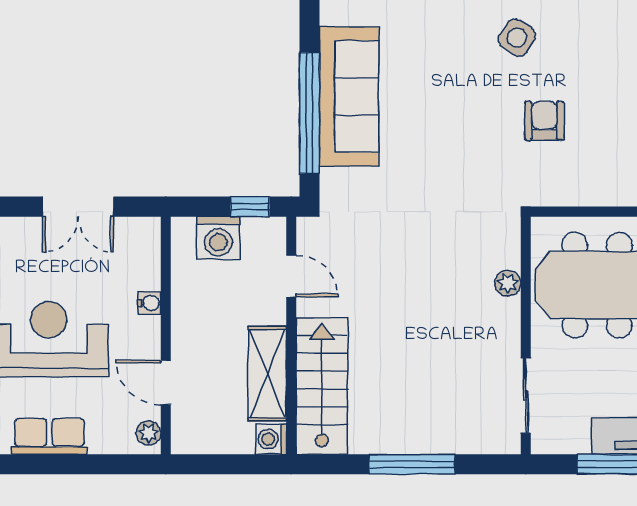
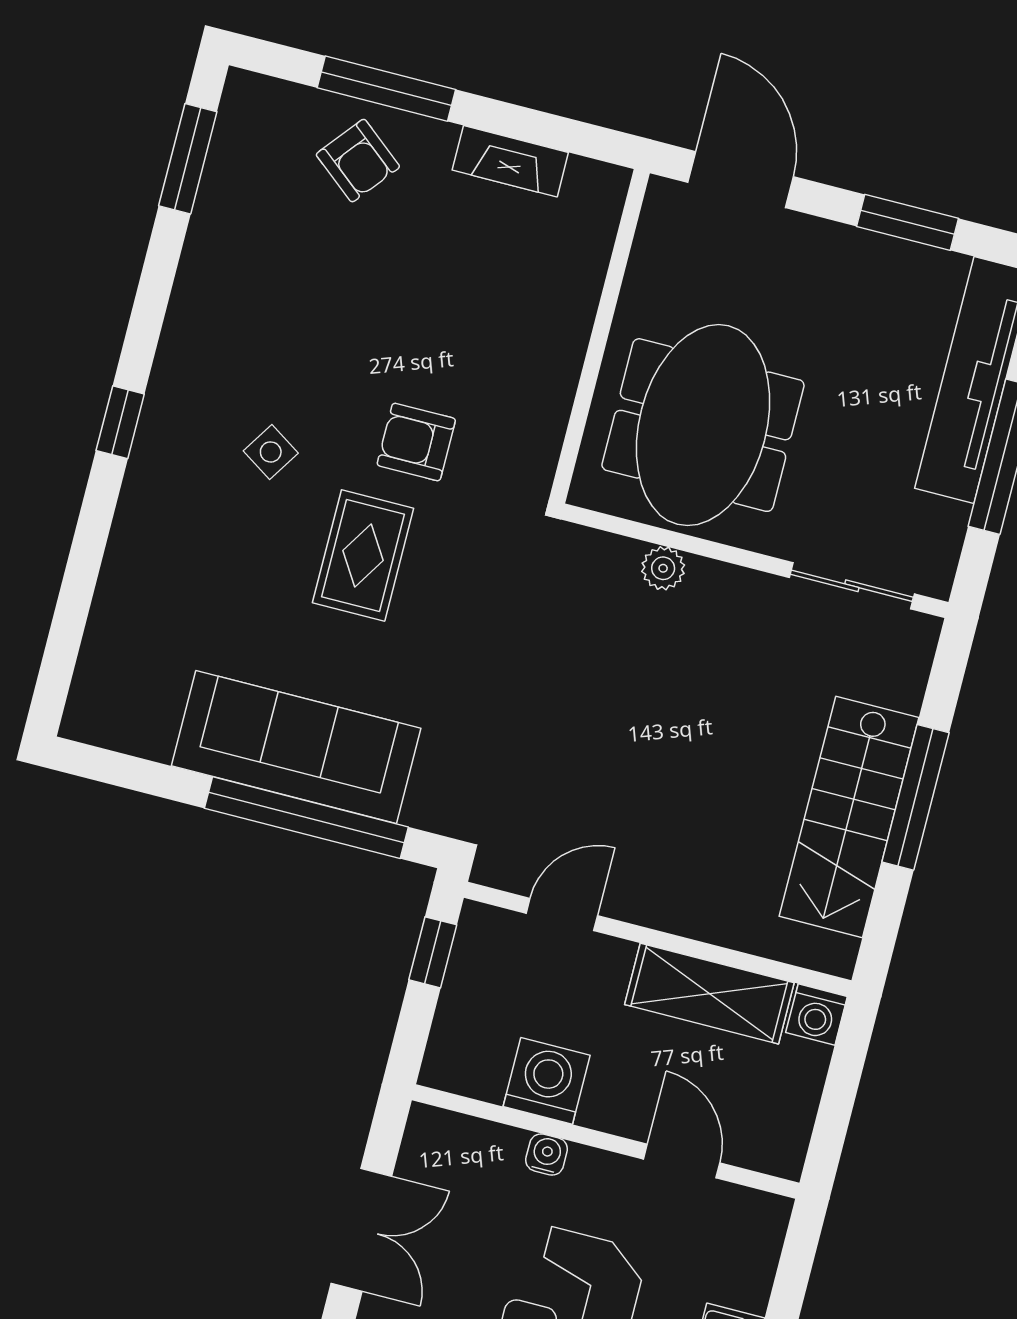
side table: (517, 38) -> (271, 452), width x0.73, depth x0.73
rug: (470, 107) -> (363, 555), added
washing machine: (218, 238) -> (547, 1081), moved, turned -90
door: (166, 383) -> (682, 1161), swing flipped
stairs: (322, 386) -> (849, 817), moved, turned -90
plant: (148, 433) -> (756, 1210), removed

